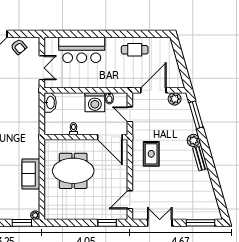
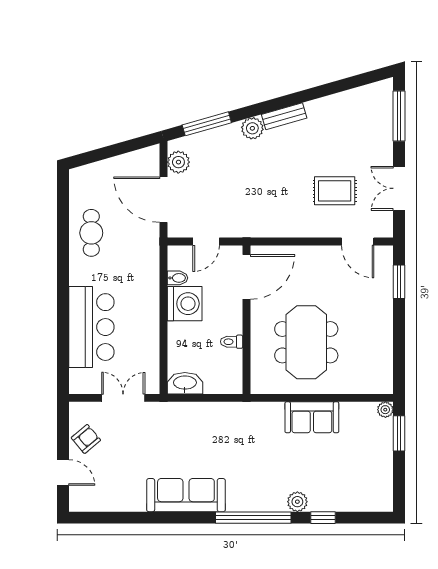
rug: (151, 154) -> (335, 191), moved

